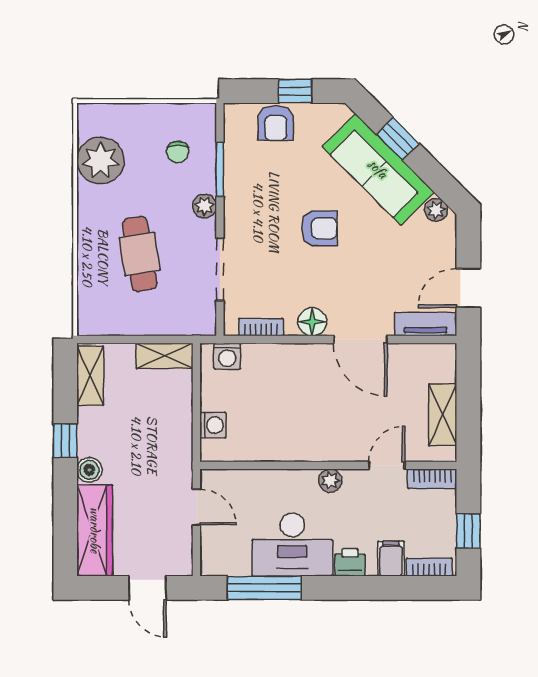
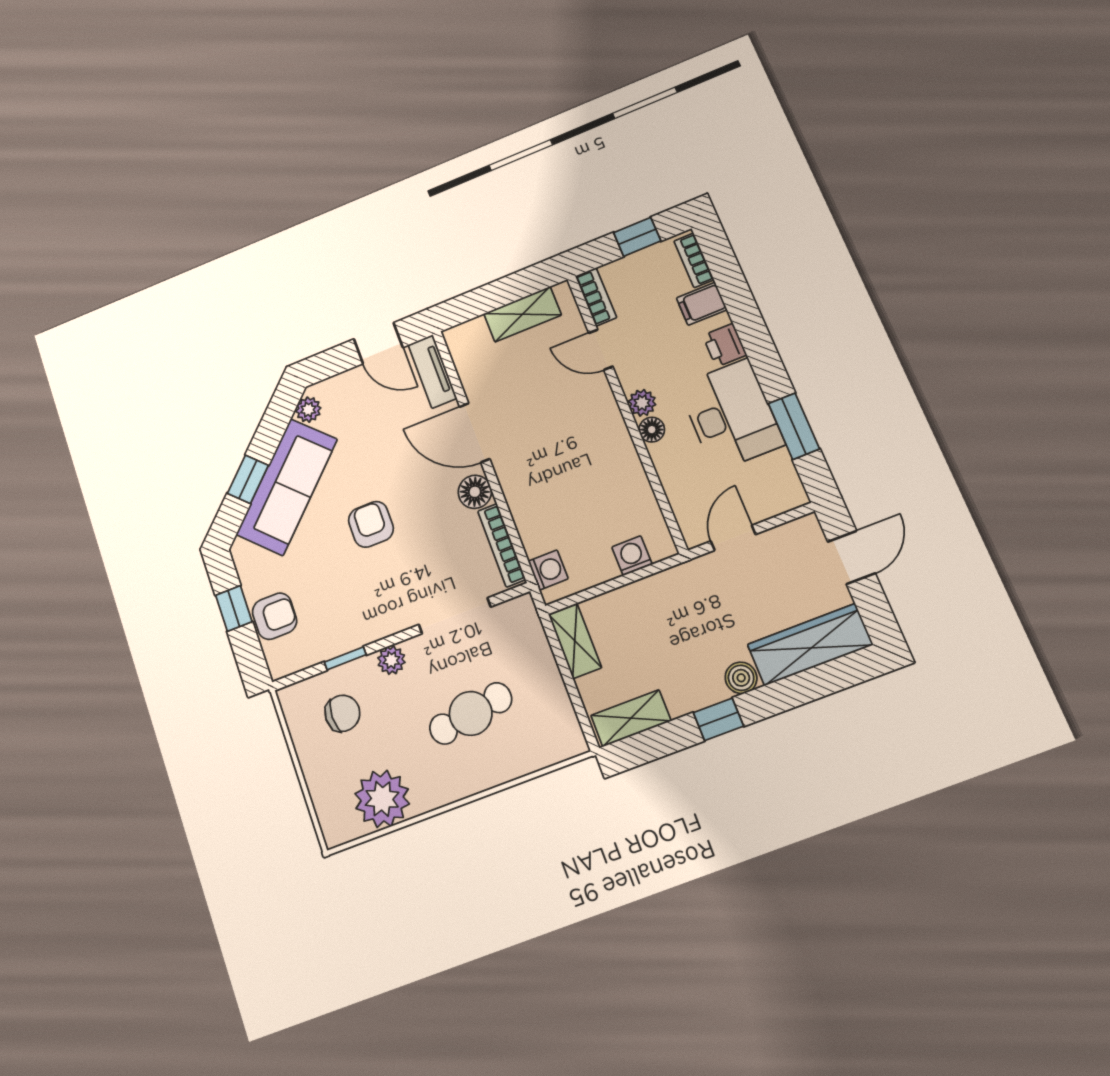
chair: (178, 152) -> (342, 713), width x1.37, depth x1.37
window: (220, 169) -> (345, 658), width x0.67
bookcase: (261, 327) -> (502, 545), width x1.56
door: (360, 339) -> (475, 433), swing flipped
floor lamp: (306, 480) -> (652, 430), added
window: (264, 588) -> (794, 426), width x0.69

